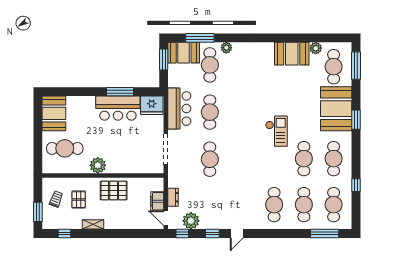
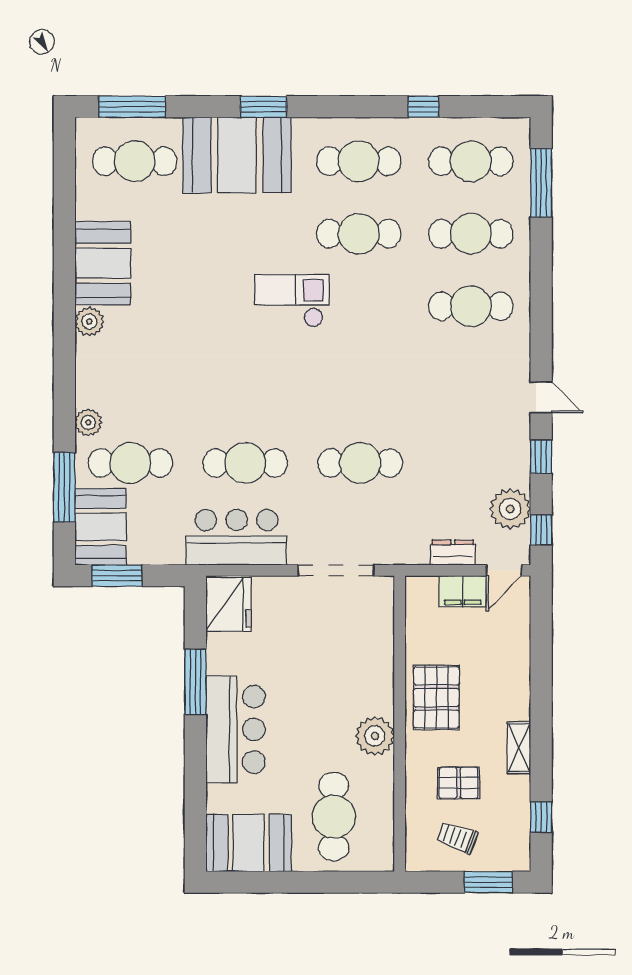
plant: (316, 48) -> (89, 322), moved
bar counter: (118, 108) -> (235, 729), moved

